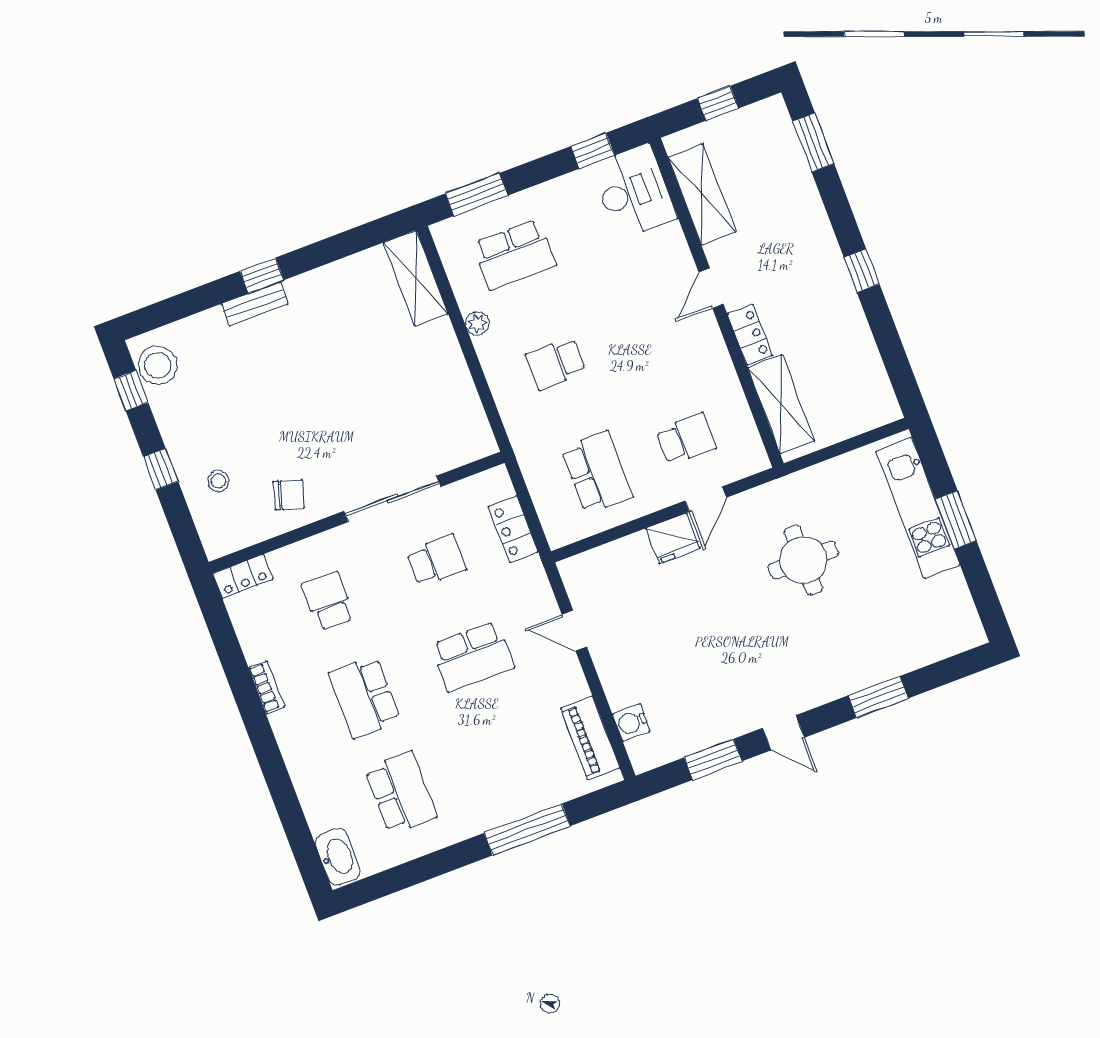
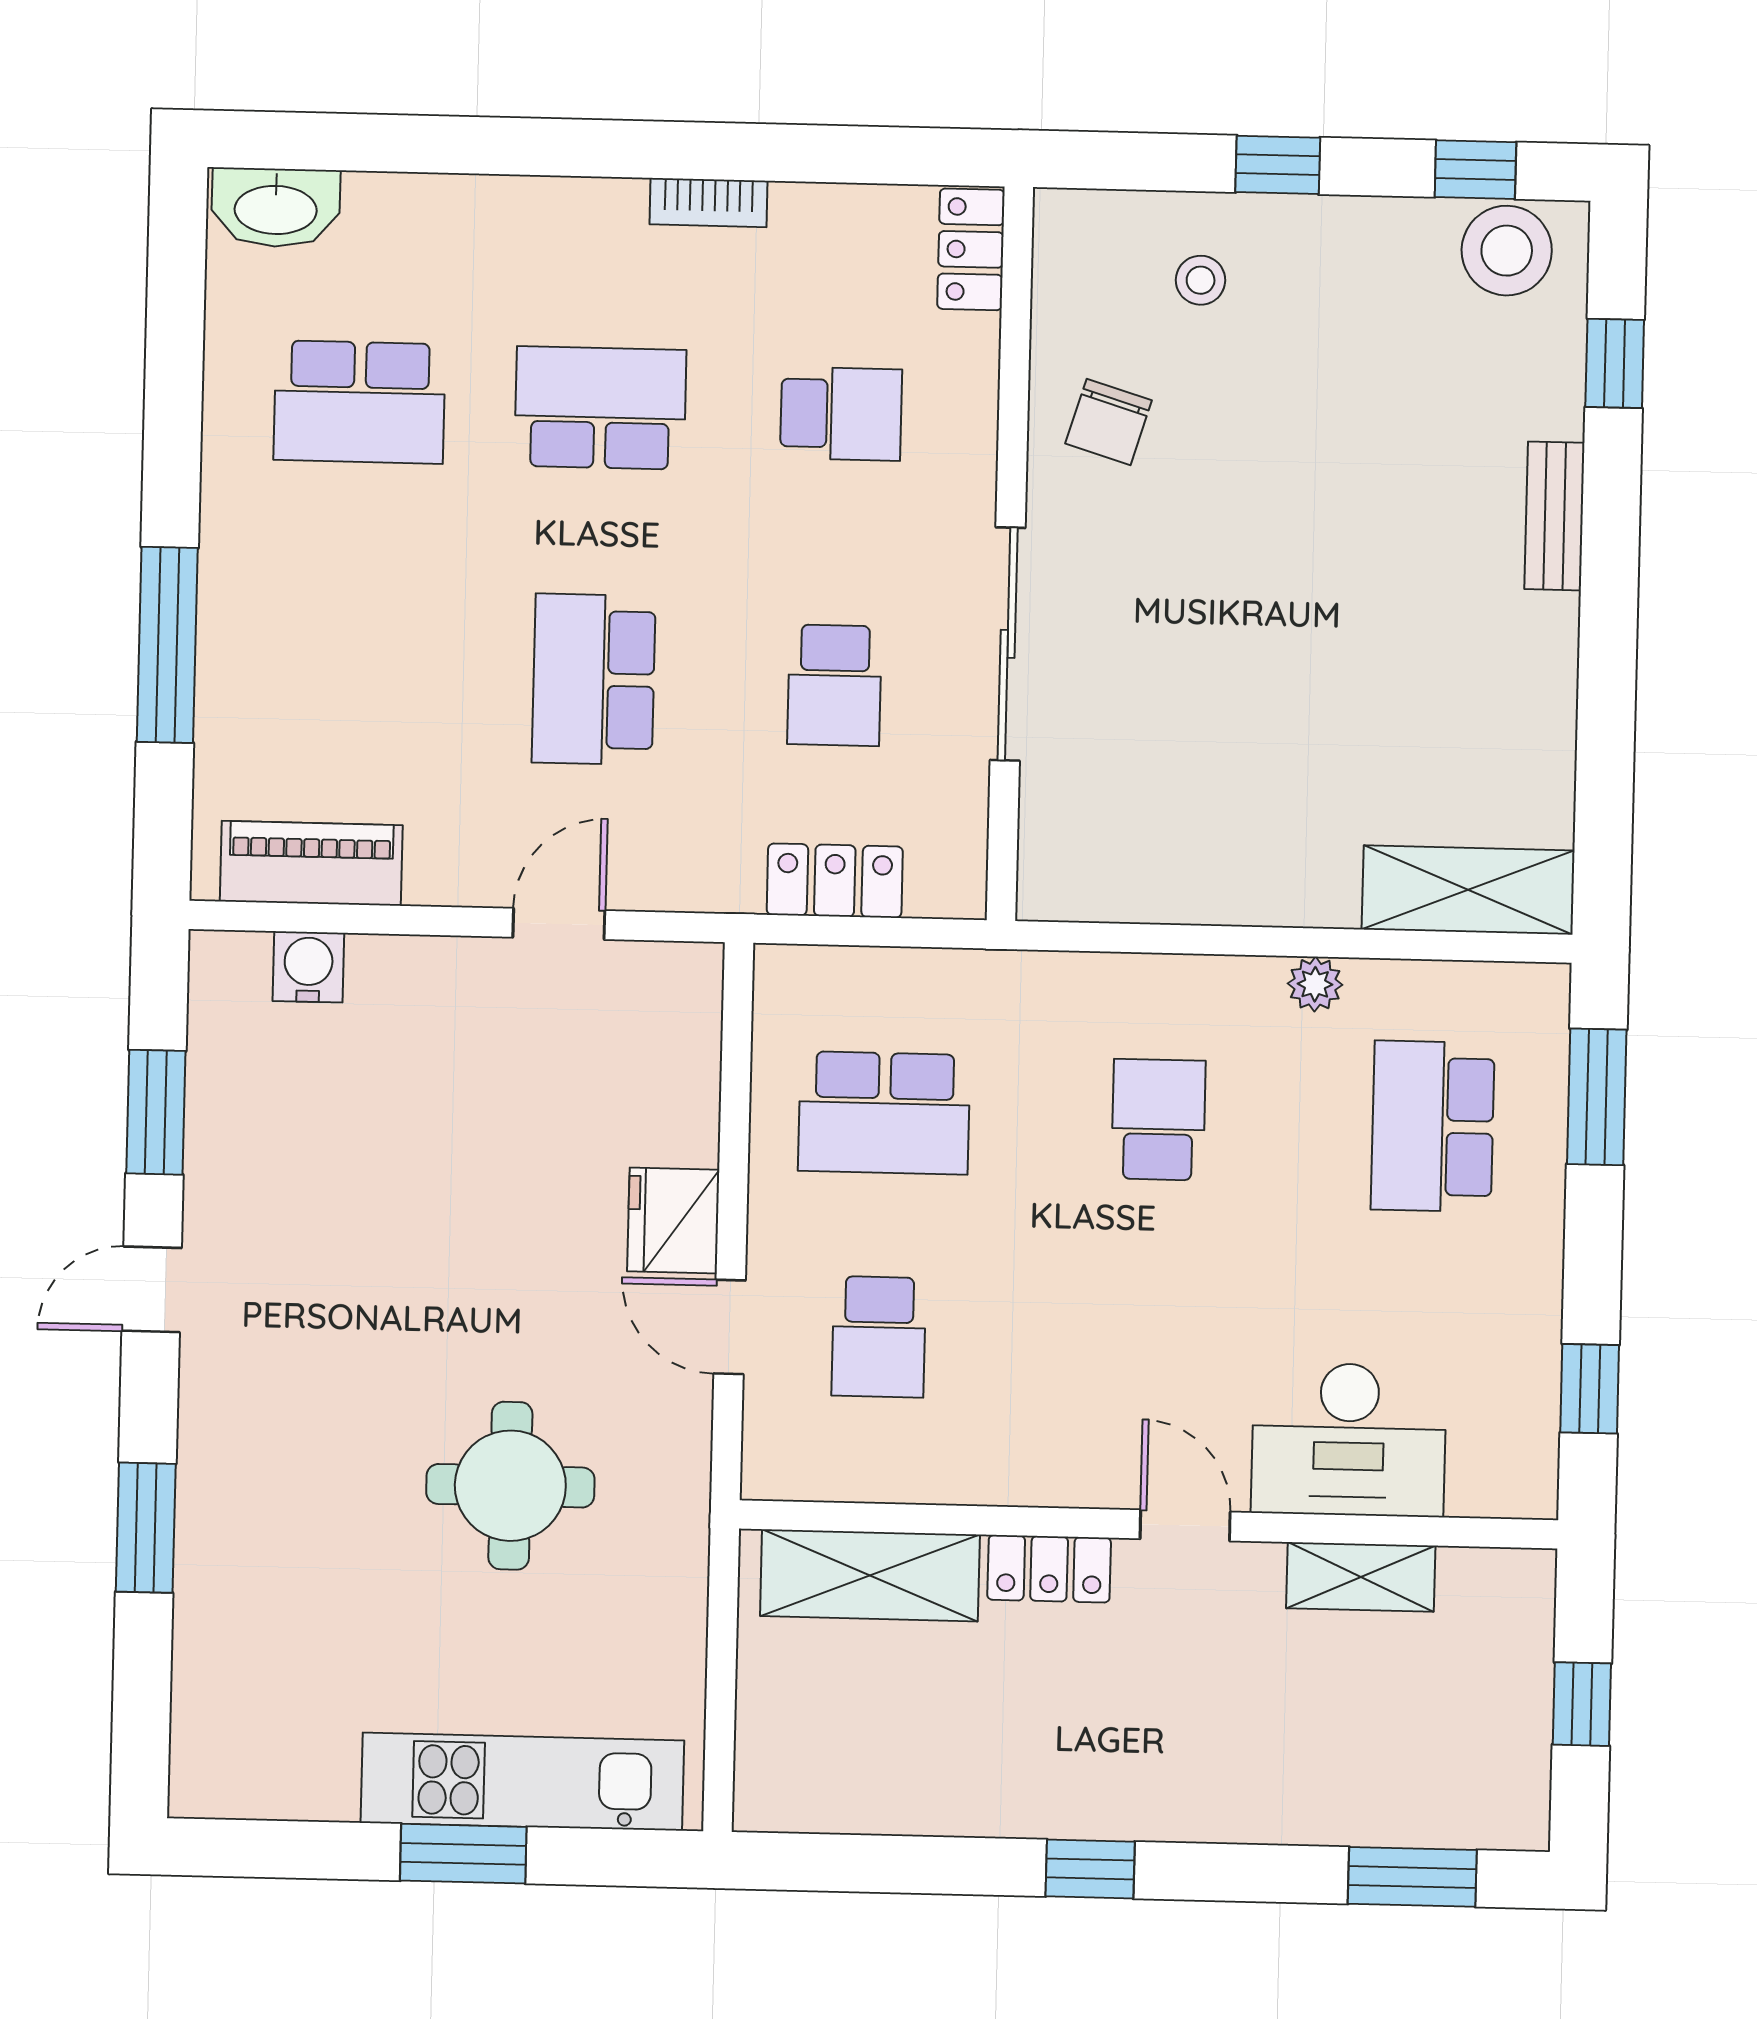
desk: (634, 192) -> (1349, 1440), moved
shelving: (702, 194) -> (1361, 1577), width x0.67, depth x0.75
window: (262, 276) -> (1615, 363), moved

